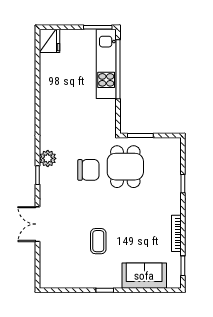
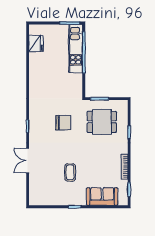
fridge: (49, 41) -> (36, 43), moved
plant: (48, 158) -> (35, 115), removed
dining table: (125, 167) -> (102, 122), moved, turned 90

